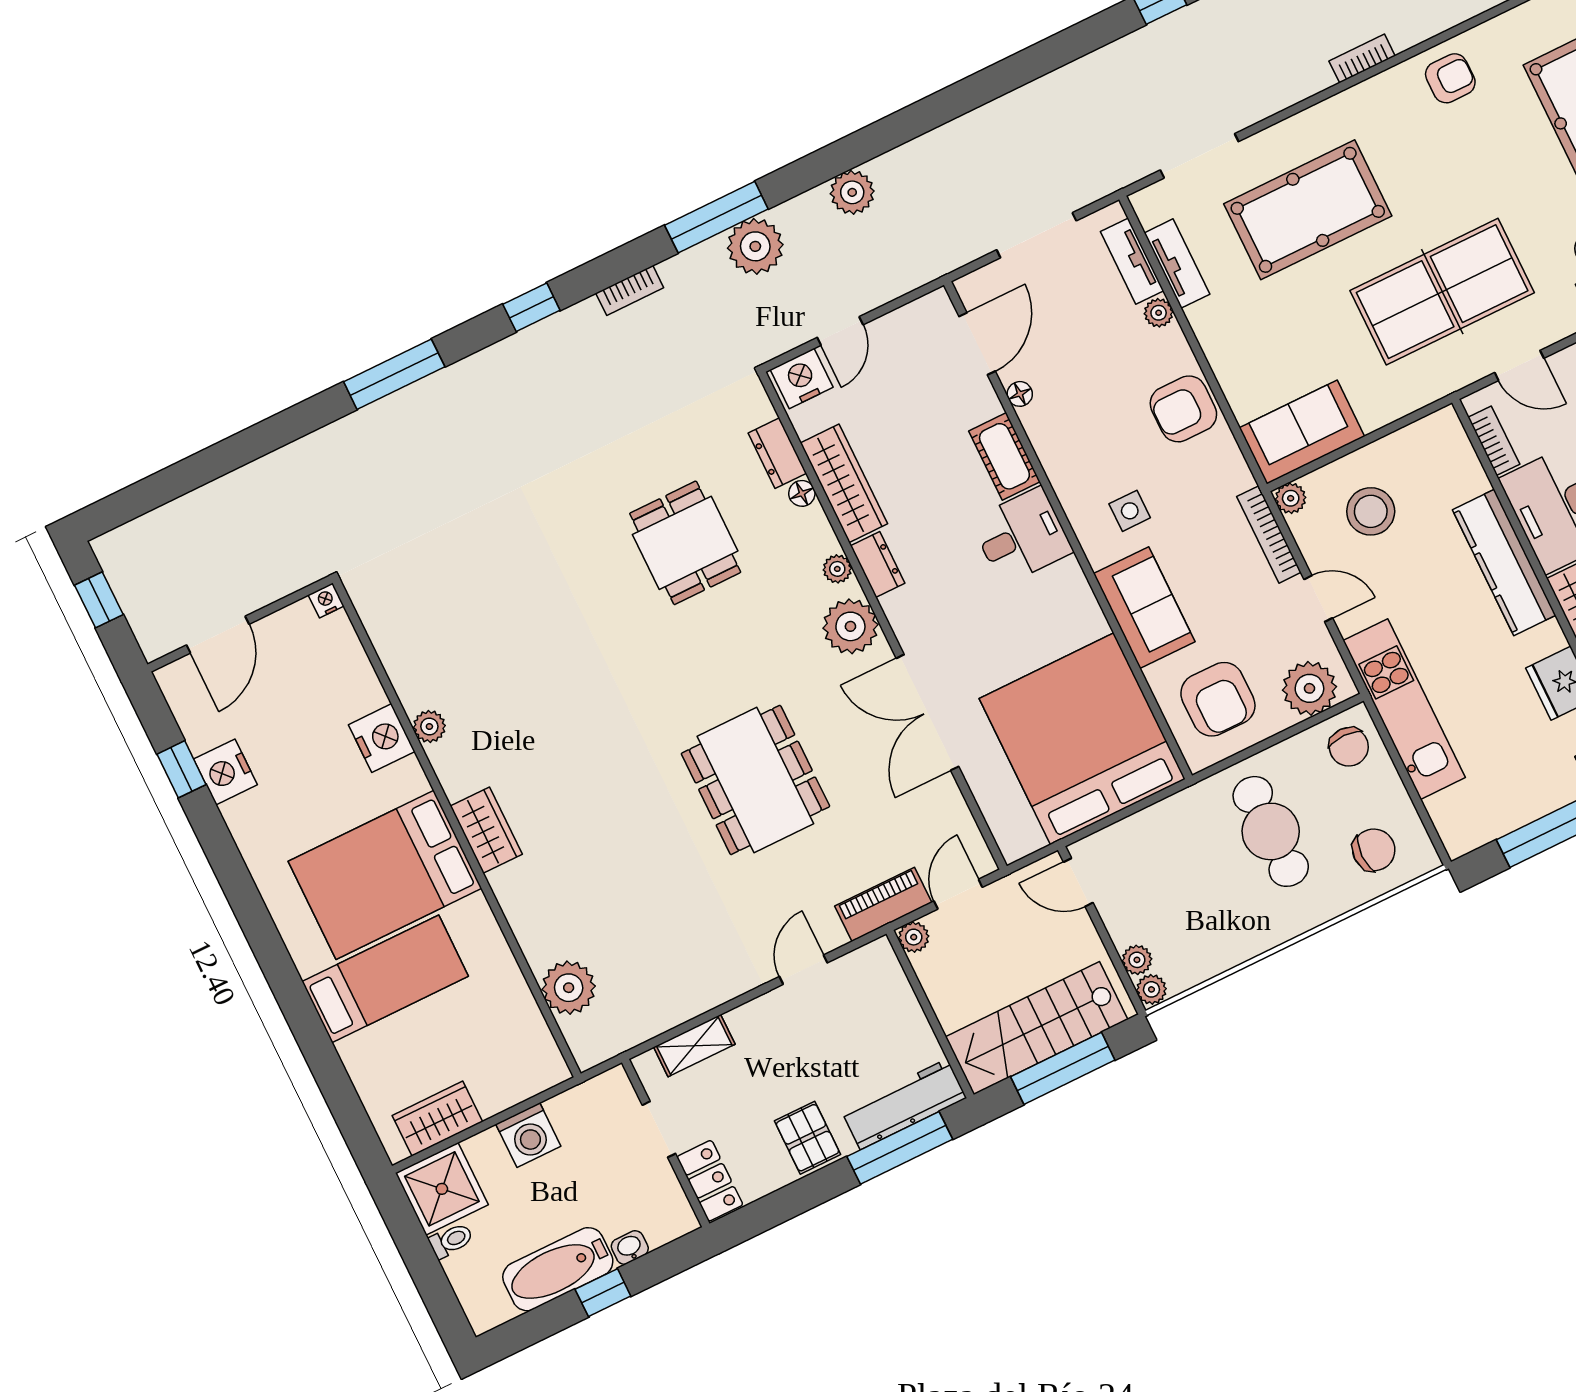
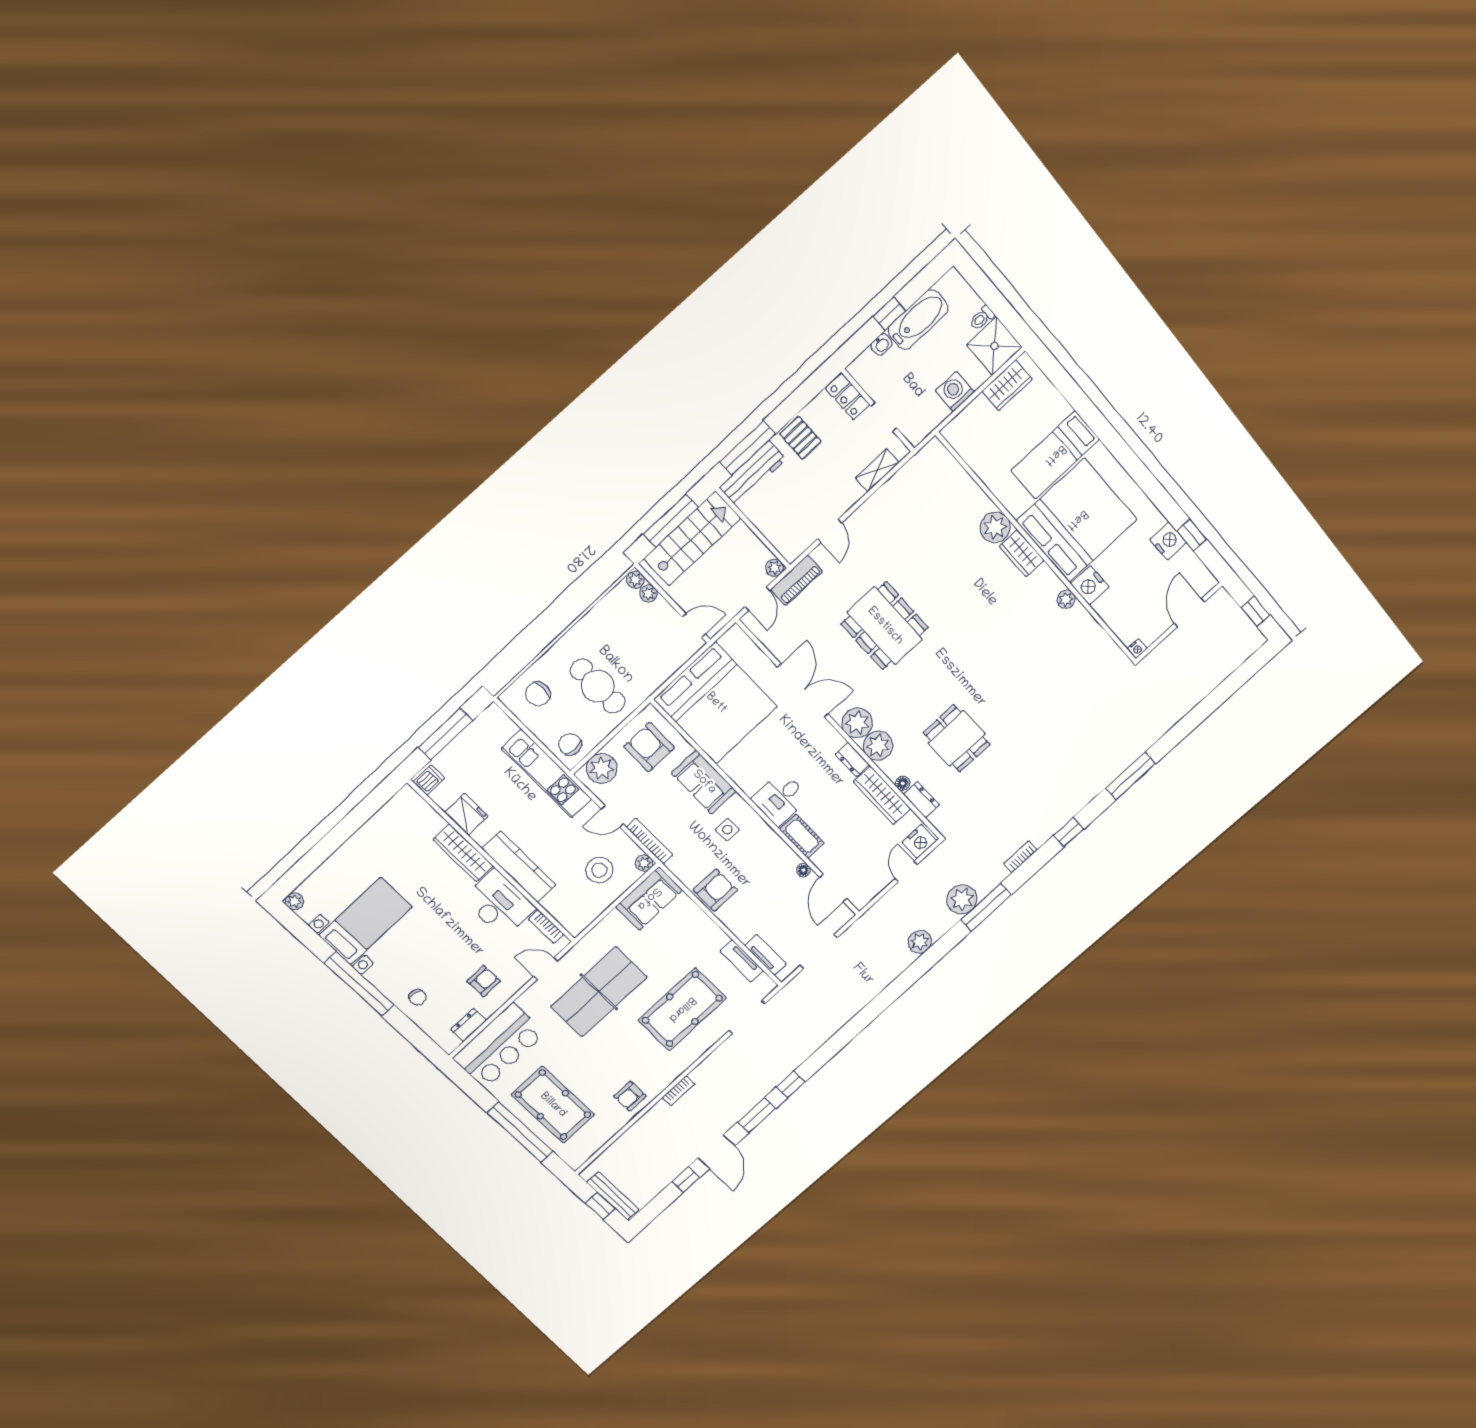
plant: (1159, 313) -> (744, 934), removed
plant: (837, 569) -> (878, 746), width x1.87, depth x1.87
bed: (385, 875) -> (1077, 520), width x1.36
plant: (569, 988) -> (995, 527), moved

